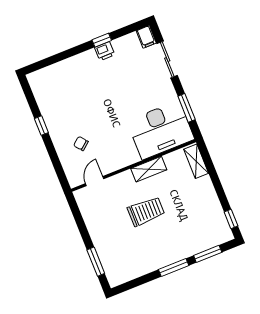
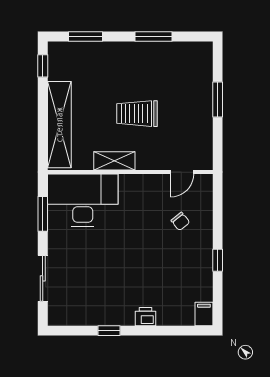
filing cabinet: (146, 37) -> (204, 314), moved
printer: (105, 51) -> (145, 317), moved
shelving: (196, 161) -> (59, 125), width x2.20, depth x1.33
window: (96, 262) -> (218, 100), moved
window: (174, 267) -> (153, 36), moved

